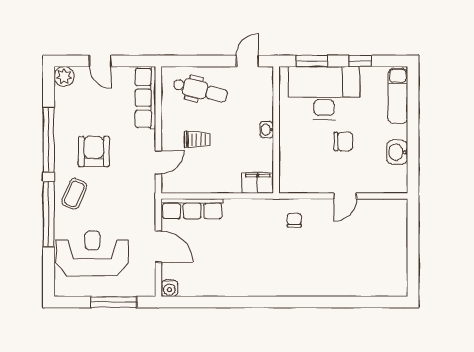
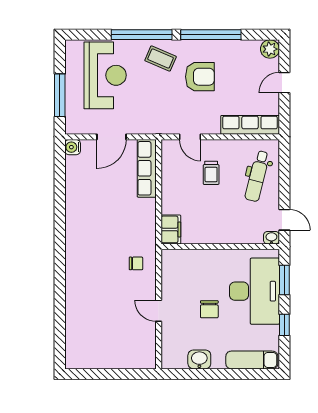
washbasin: (267, 130) -> (271, 238), moved

